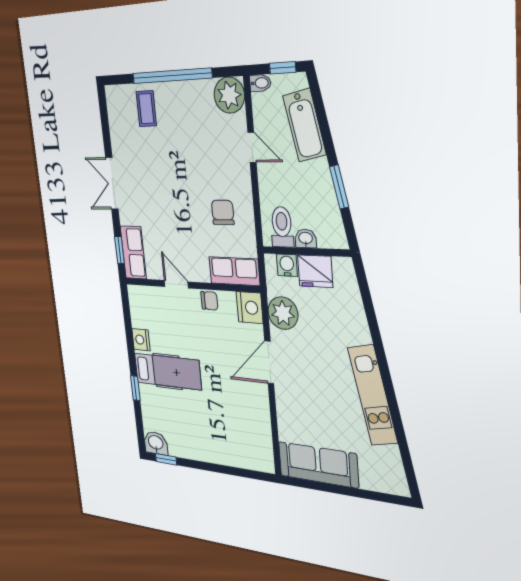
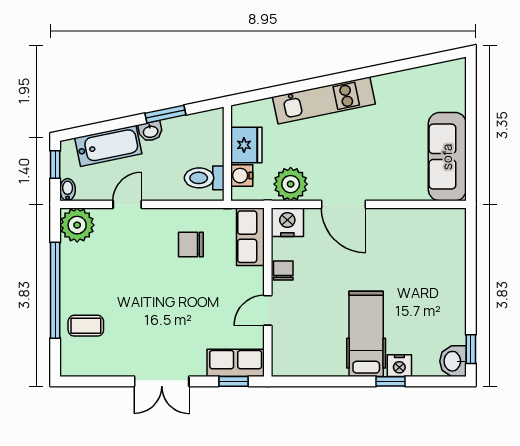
washbasin: (306, 239) -> (150, 131), moved, turned -102
nightstand: (141, 340) -> (399, 366), moved
kitchen unit: (373, 395) -> (324, 100), moved

